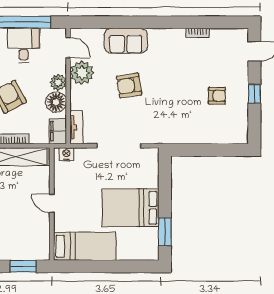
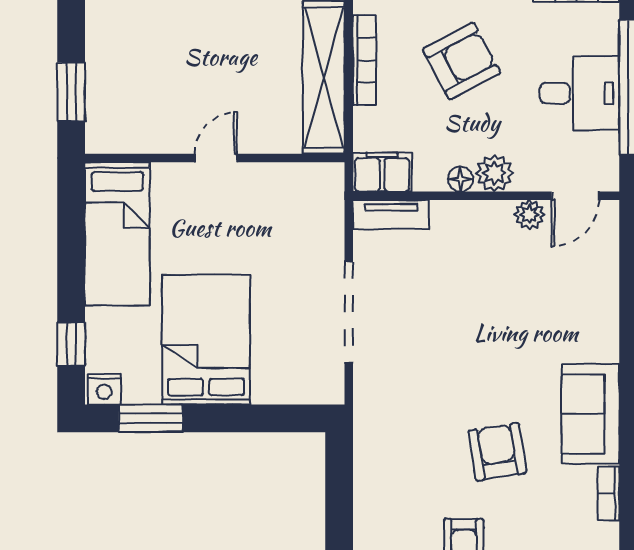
sofa: (126, 41) -> (590, 414), moved
plant: (82, 73) -> (529, 215), width x0.53, depth x0.53
armchair: (129, 86) -> (497, 452), moved
floor lamp: (56, 102) -> (460, 179), width x0.53, depth x0.53
nightstand: (66, 154) -> (104, 389), moved, turned 90
window: (133, 266) -> (71, 344), added

